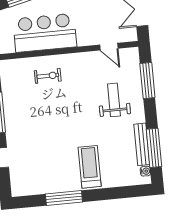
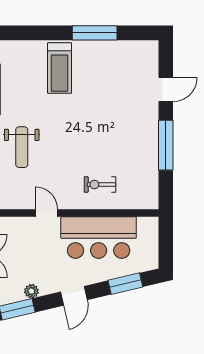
door: (109, 47) -> (46, 213), moved

